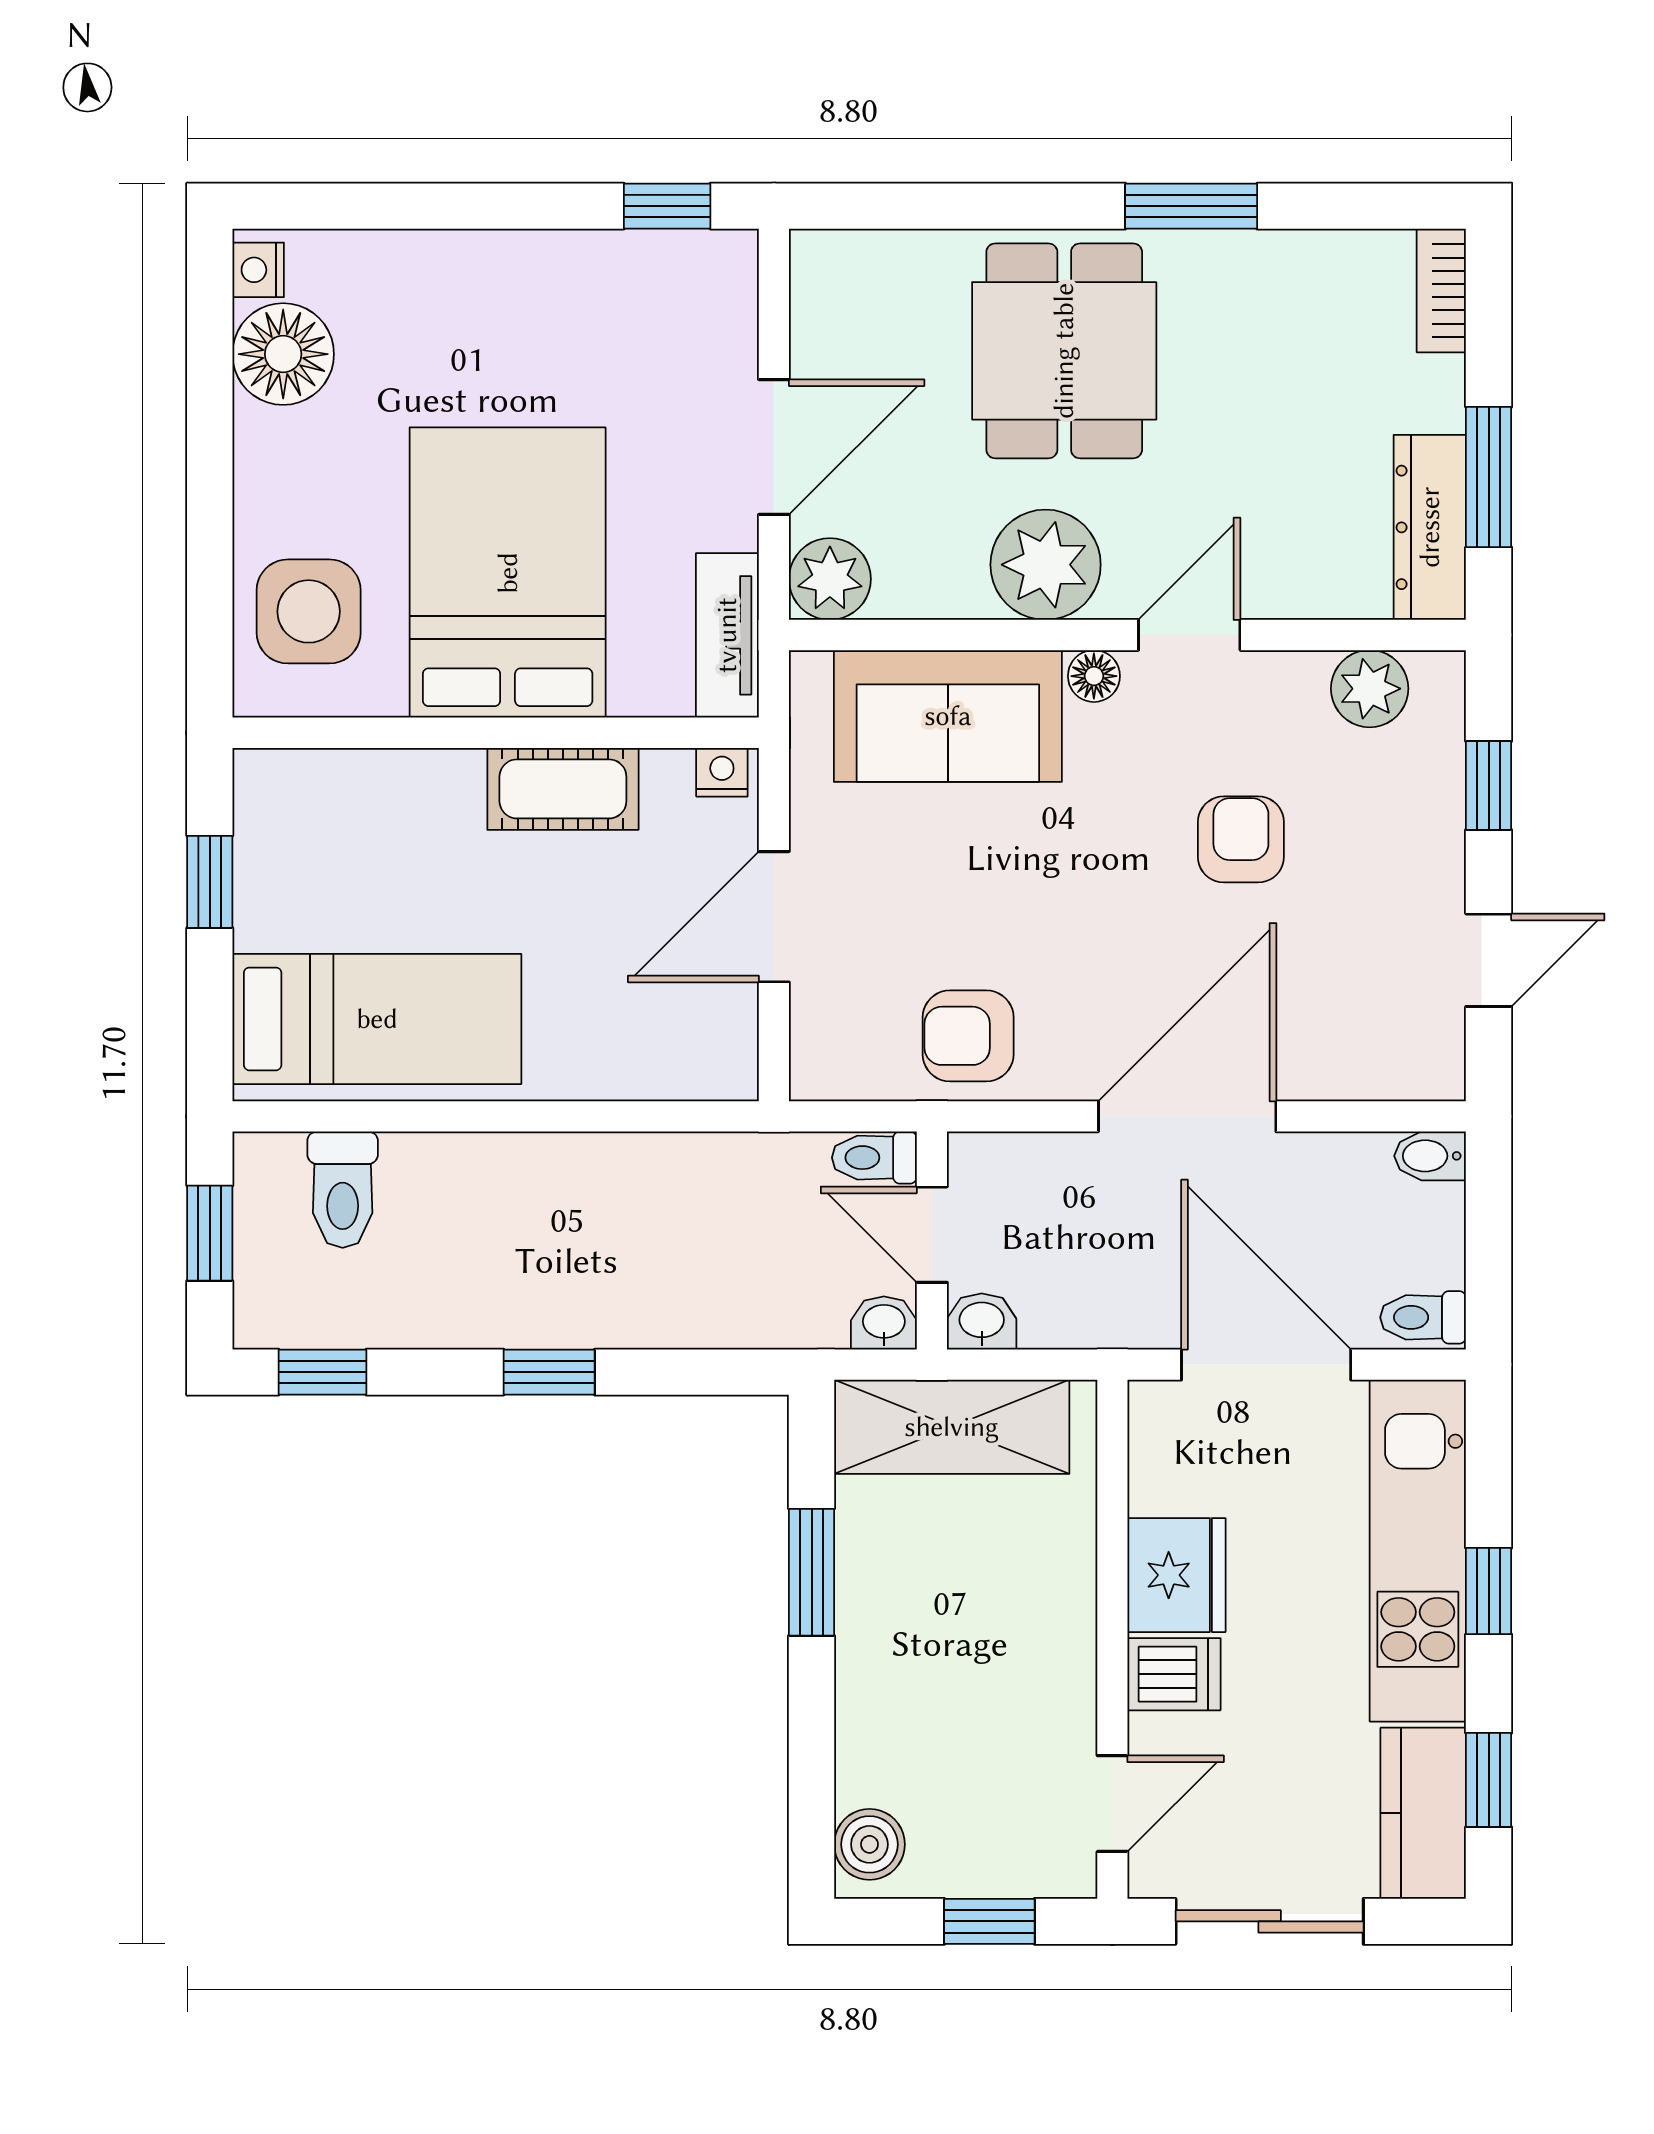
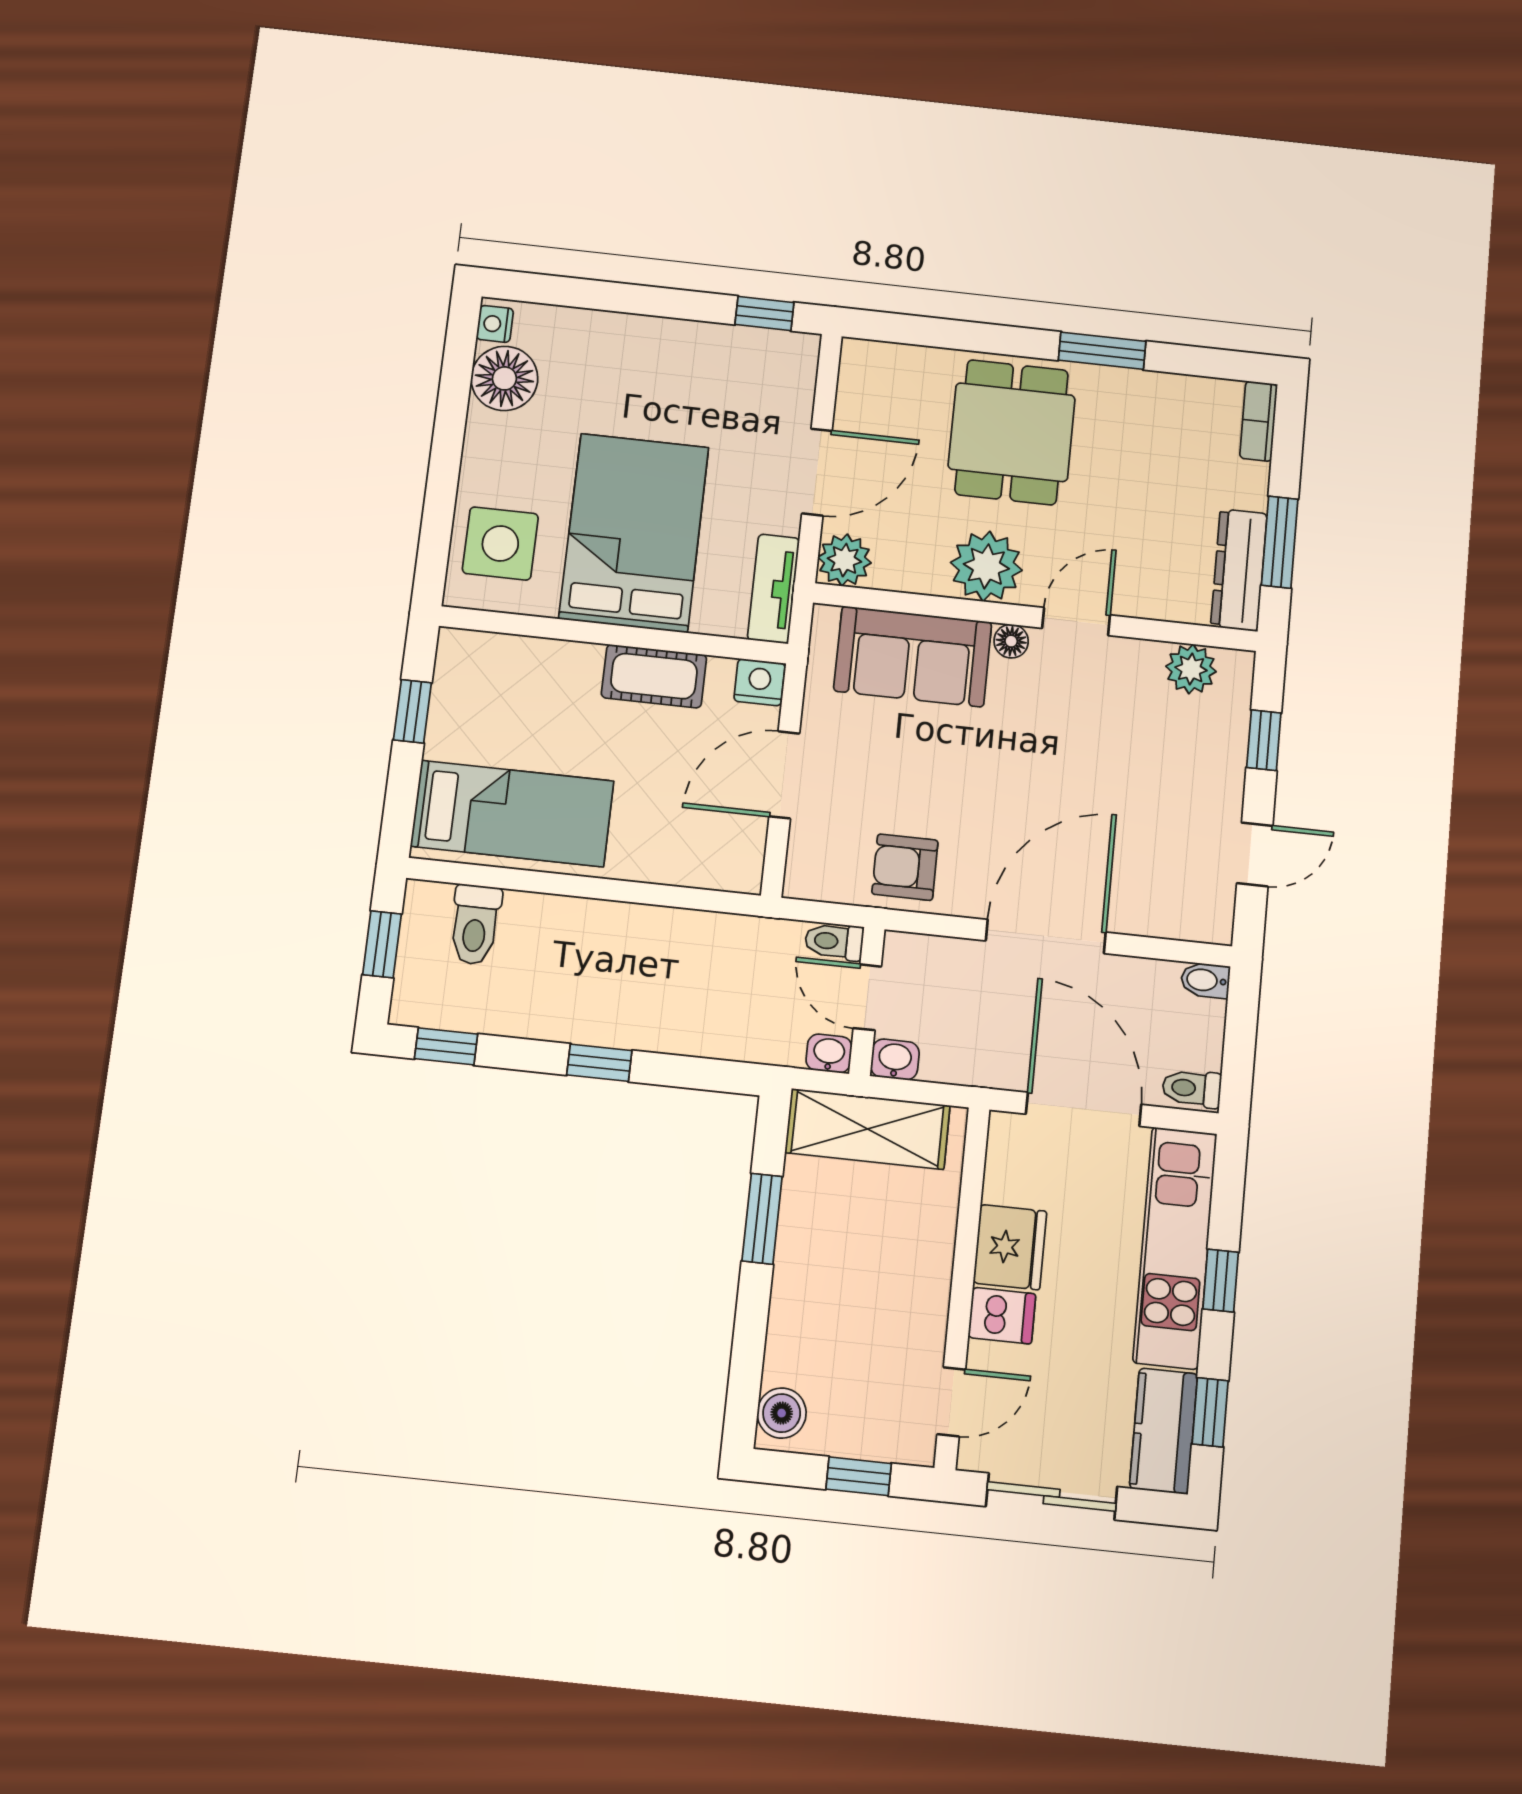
nightstand: (722, 772) -> (760, 682), width x1.39, depth x1.35
armchair: (1241, 839) -> (1098, 758), removed

